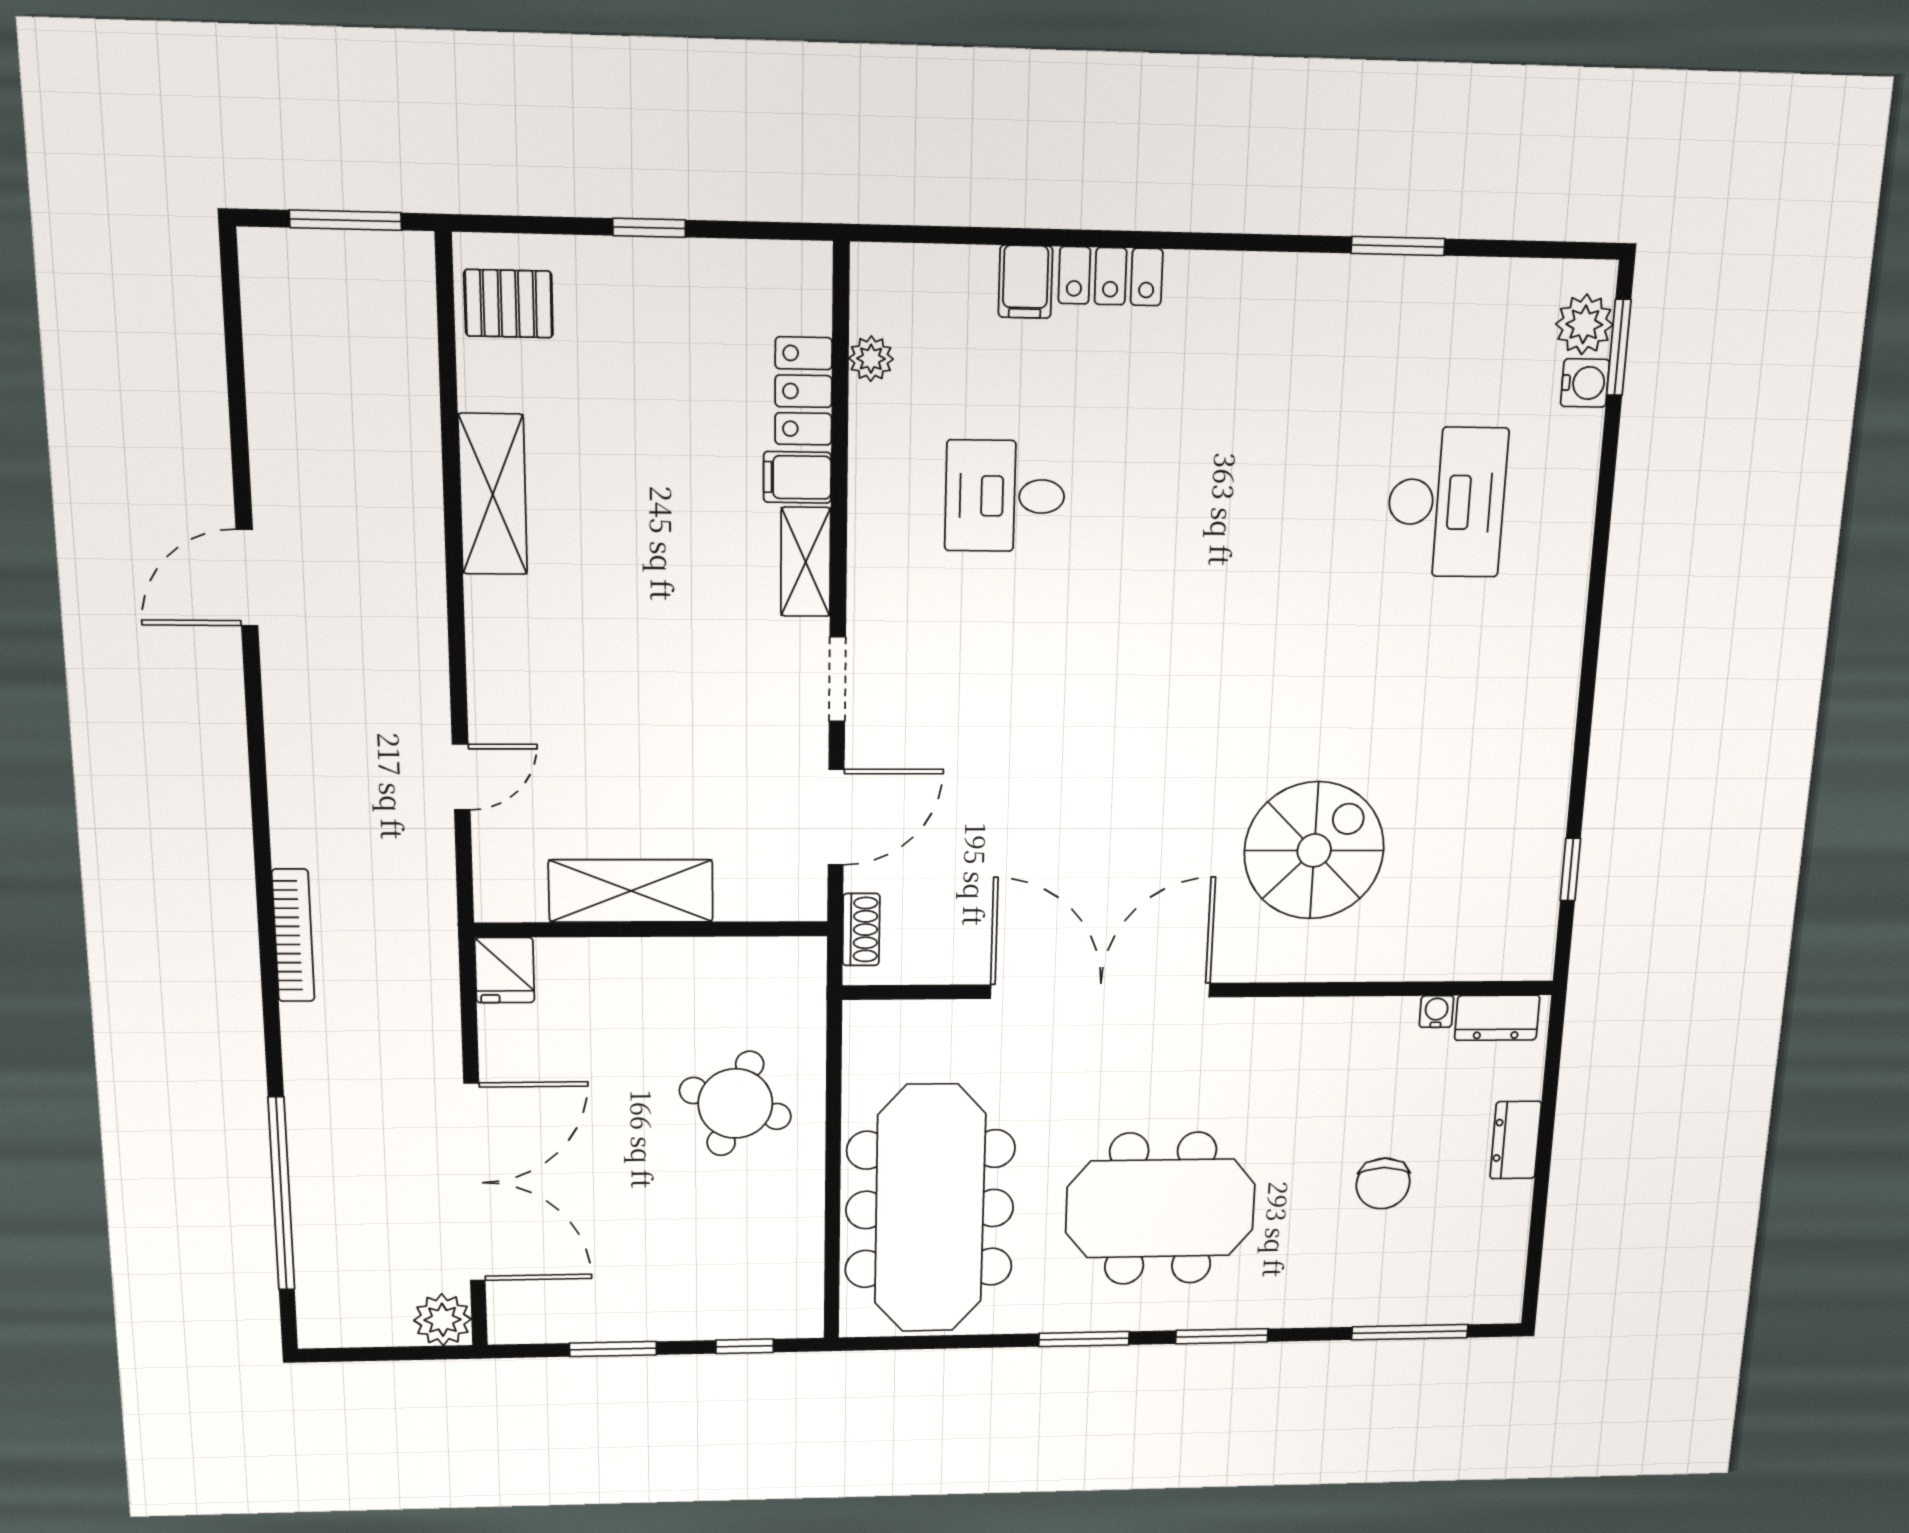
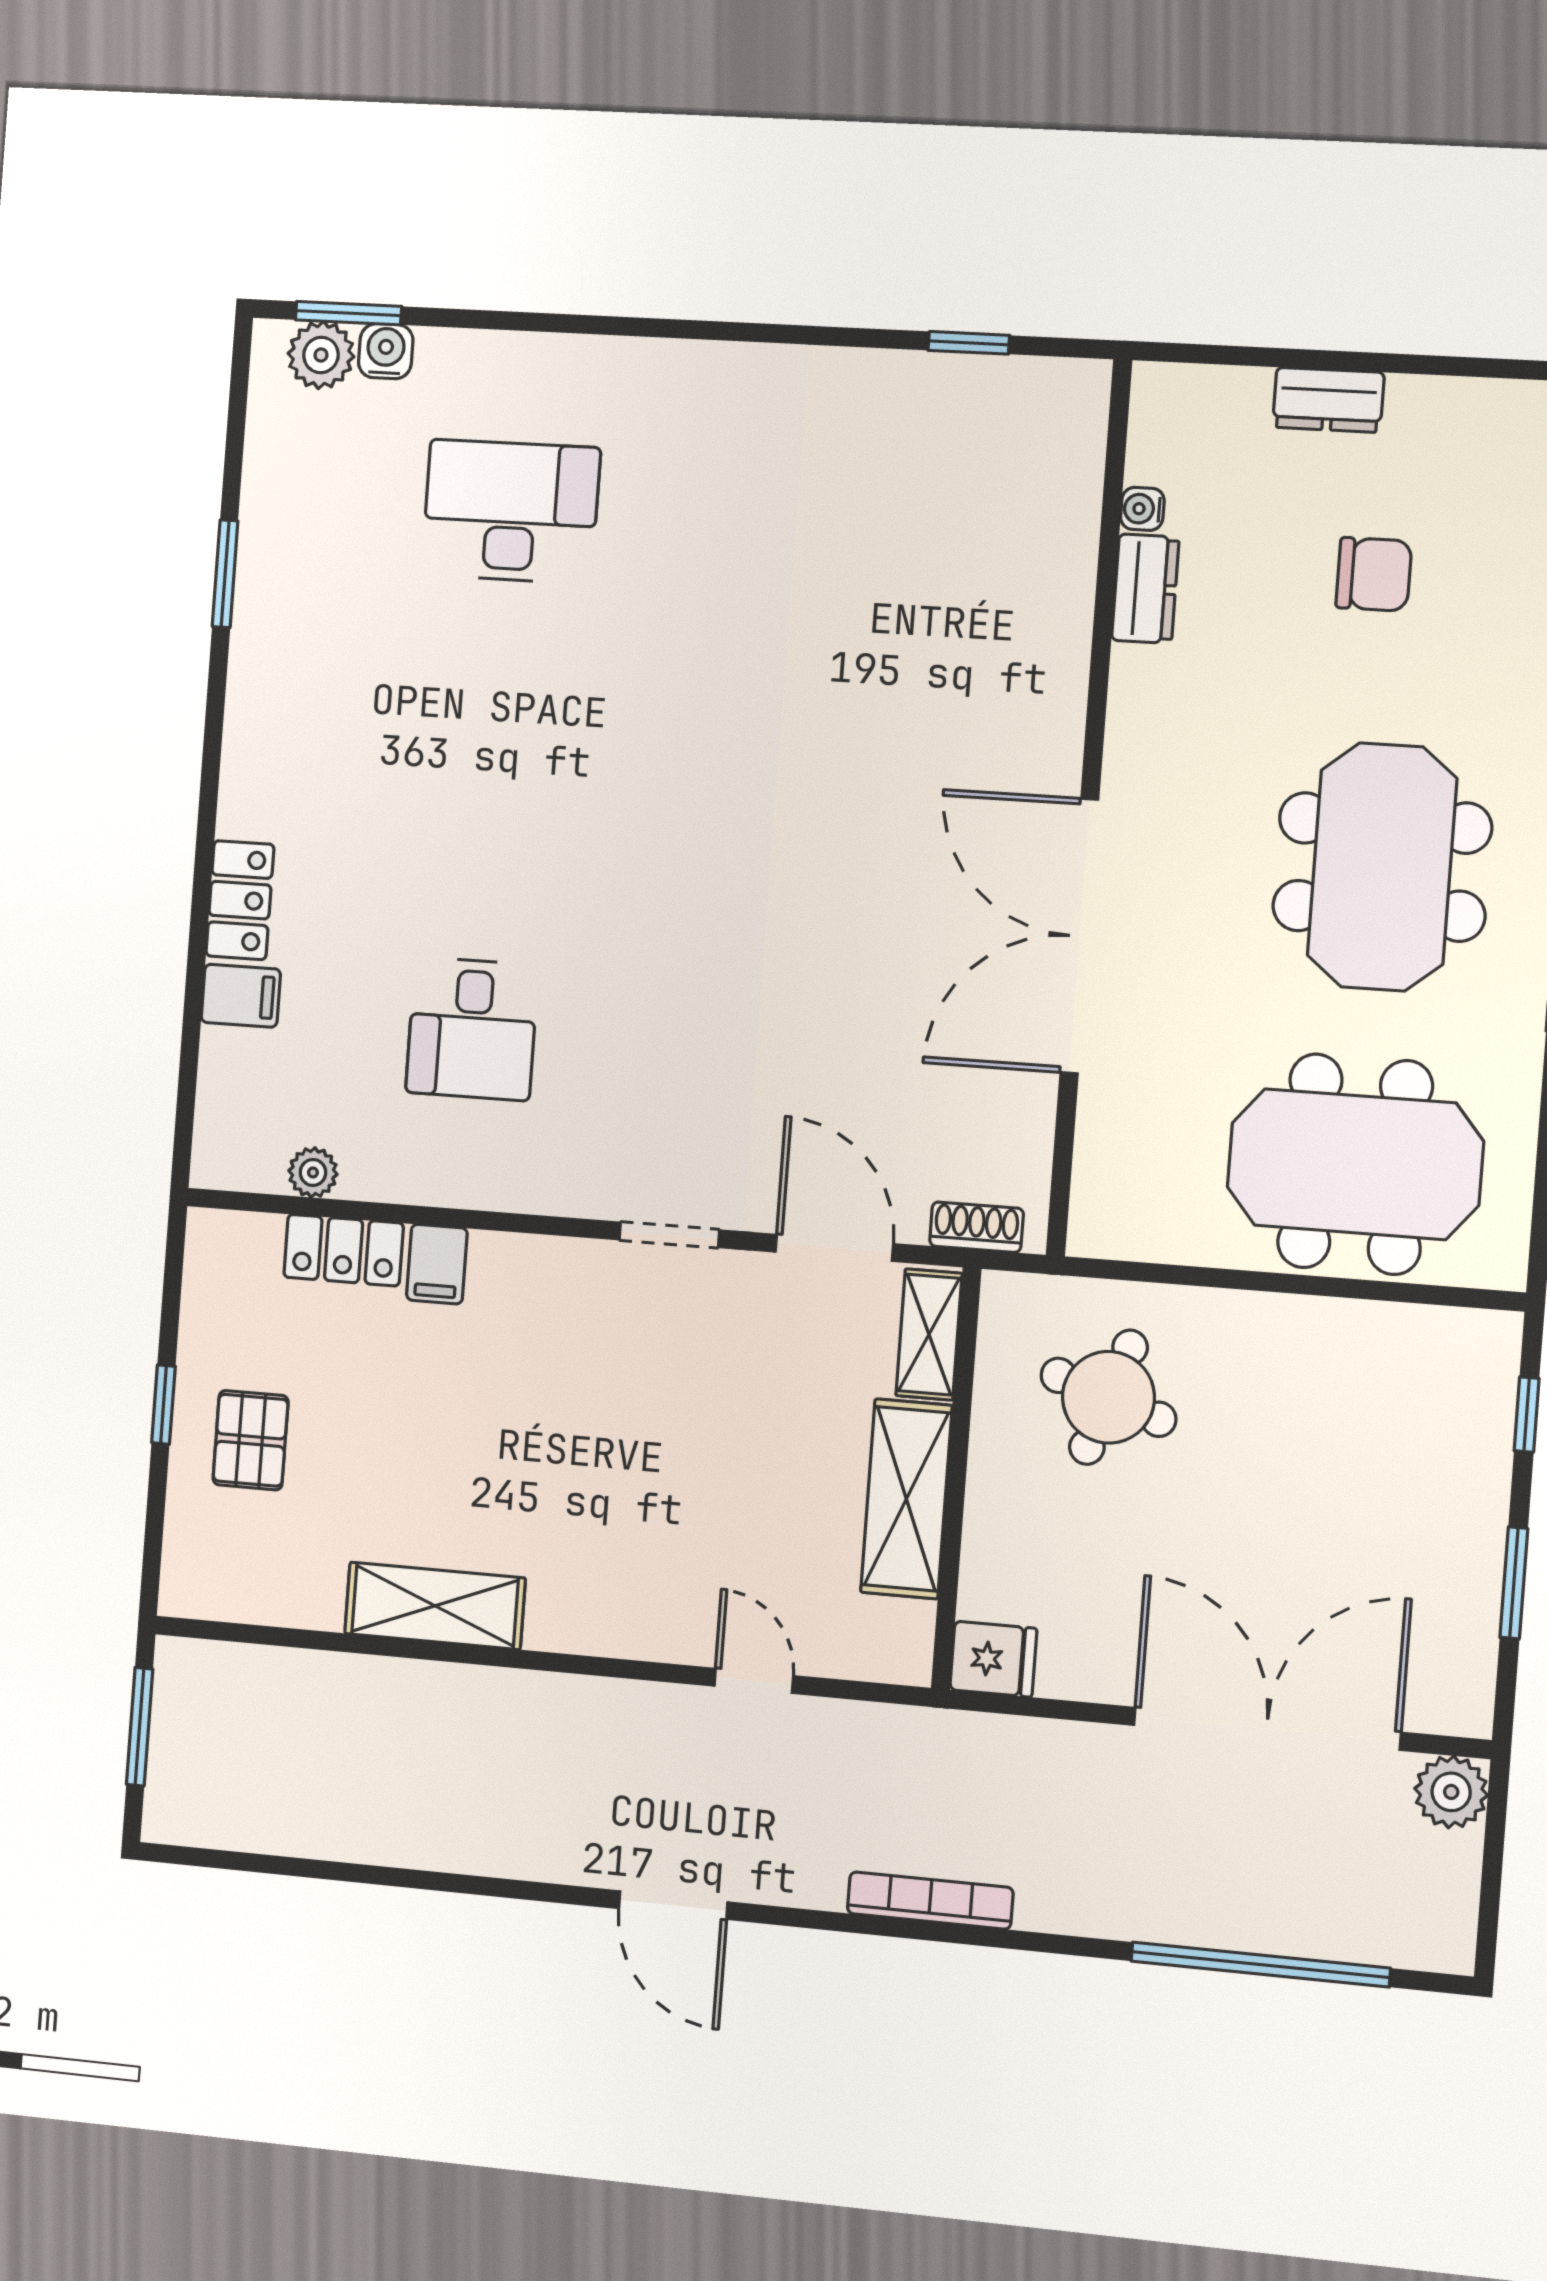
pallet: (509, 304) -> (251, 1440), moved
shelving: (806, 562) -> (929, 1334), moved, turned 90
door: (247, 578) -> (673, 1905), moved
spiral stairs: (1314, 850) -> (920, 667), removed
dresser: (1497, 1018) -> (1145, 589), moved
round table: (735, 1103) -> (1108, 1397), moved
meeting table: (930, 1209) -> (1355, 1164), width x0.73

